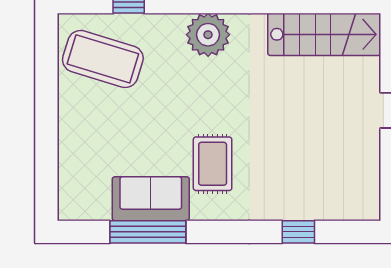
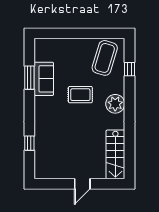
rug: (213, 164) -> (80, 95), moved
window: (148, 232) -> (29, 78), width x0.69

